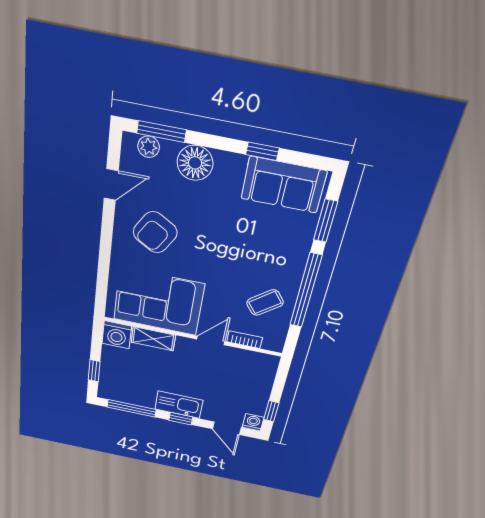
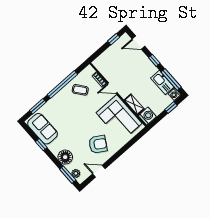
kitchen sink: (179, 405) -> (162, 83), moved
washing machine: (253, 422) -> (175, 94), moved
door: (227, 428) -> (139, 43), swing flipped

